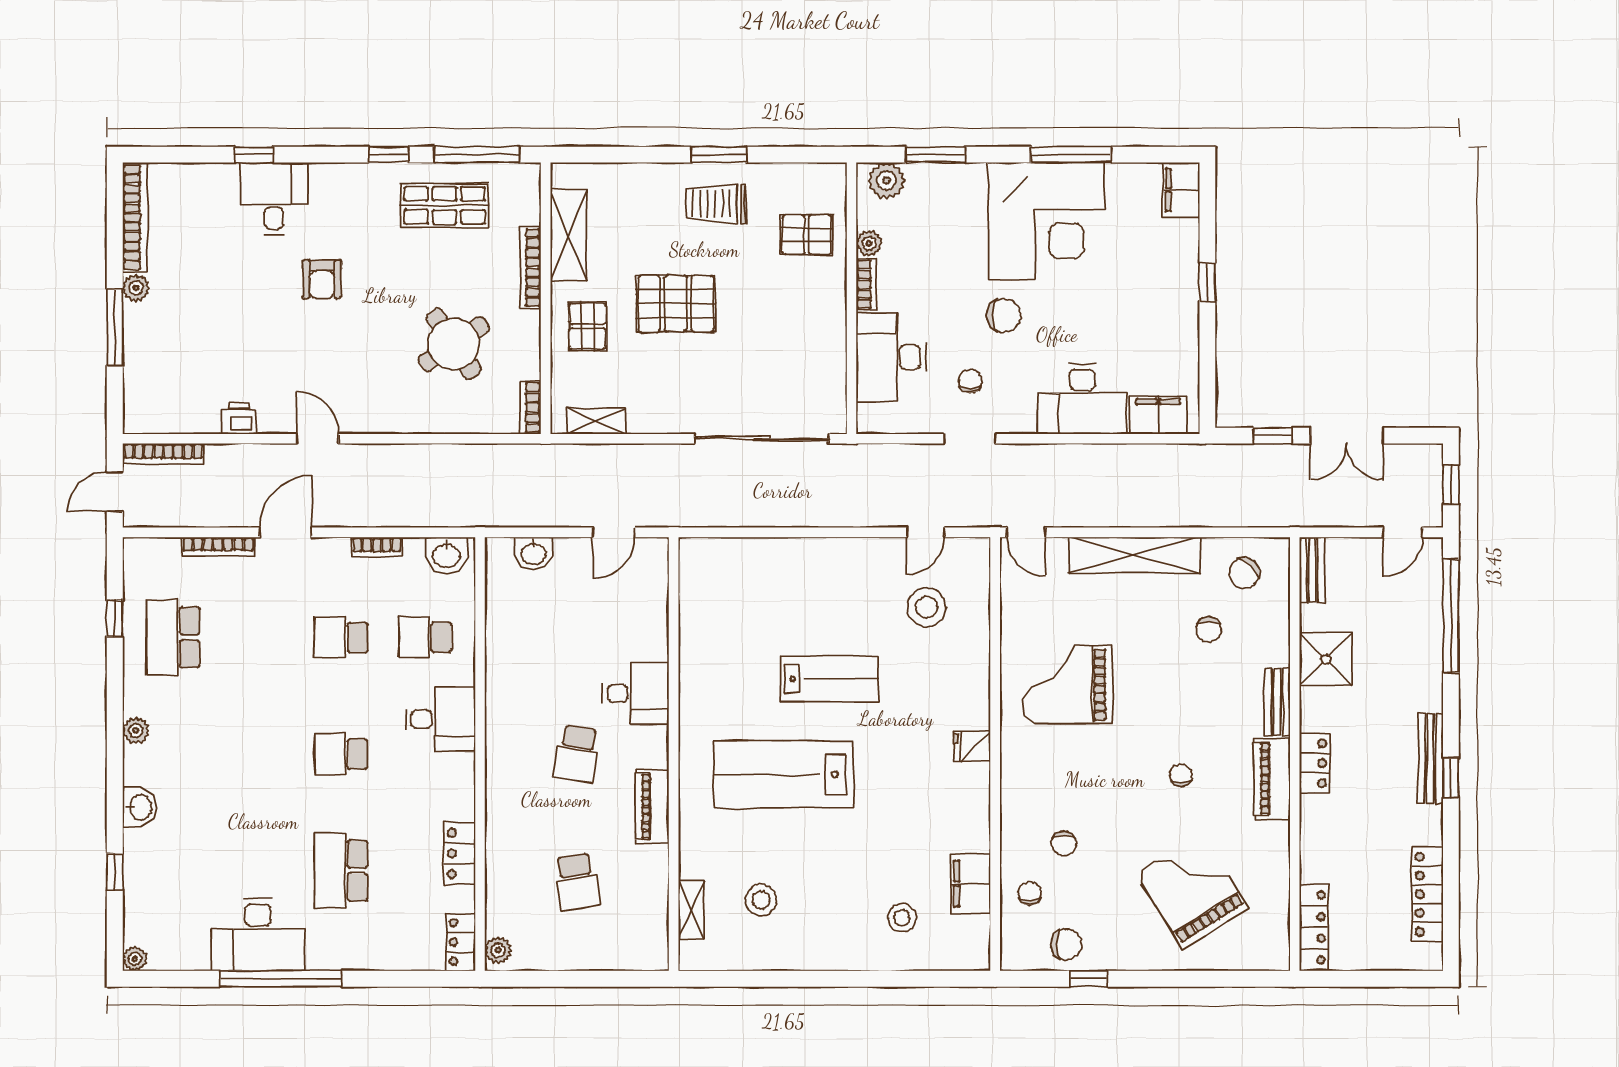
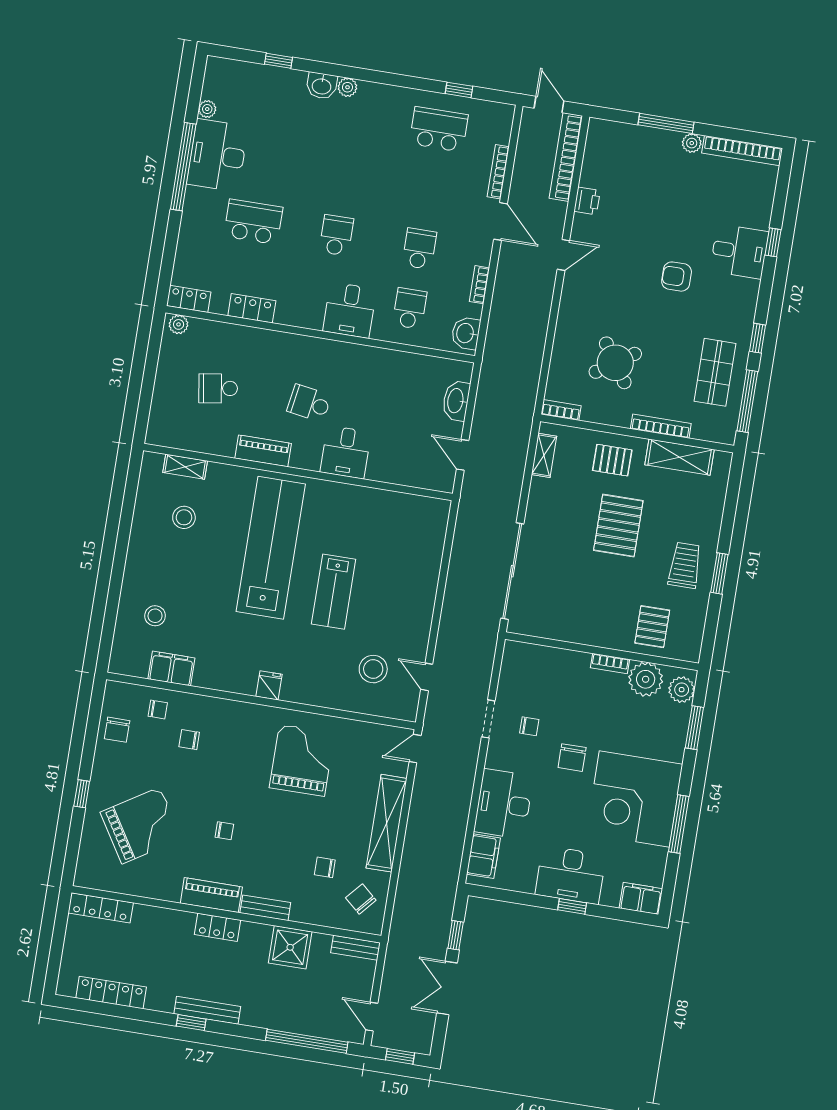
plant: (869, 243) -> (646, 679), width x1.88, depth x1.88
desk: (891, 357) -> (570, 875), moved, turned 180
bookcase: (163, 454) -> (566, 157), width x1.48, depth x1.31
washbasin: (534, 553) -> (456, 401), width x1.38
plant: (136, 730) -> (347, 87), moved
lab bench: (783, 774) -> (271, 548), width x1.36
plant: (135, 959) -> (207, 109), moved
window: (1089, 979) -> (82, 794), moved

